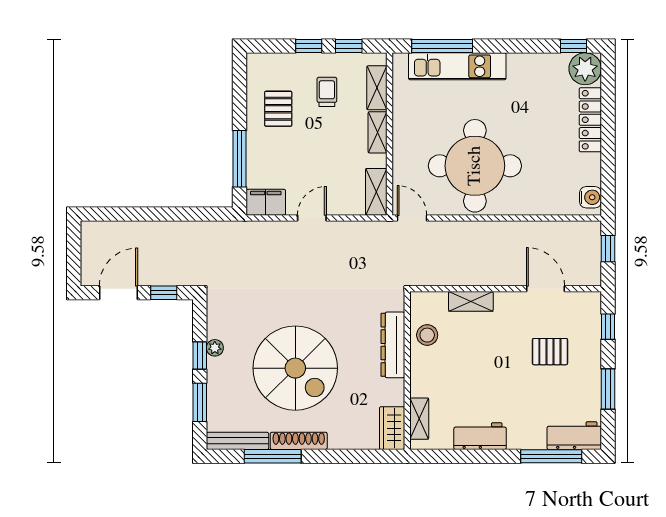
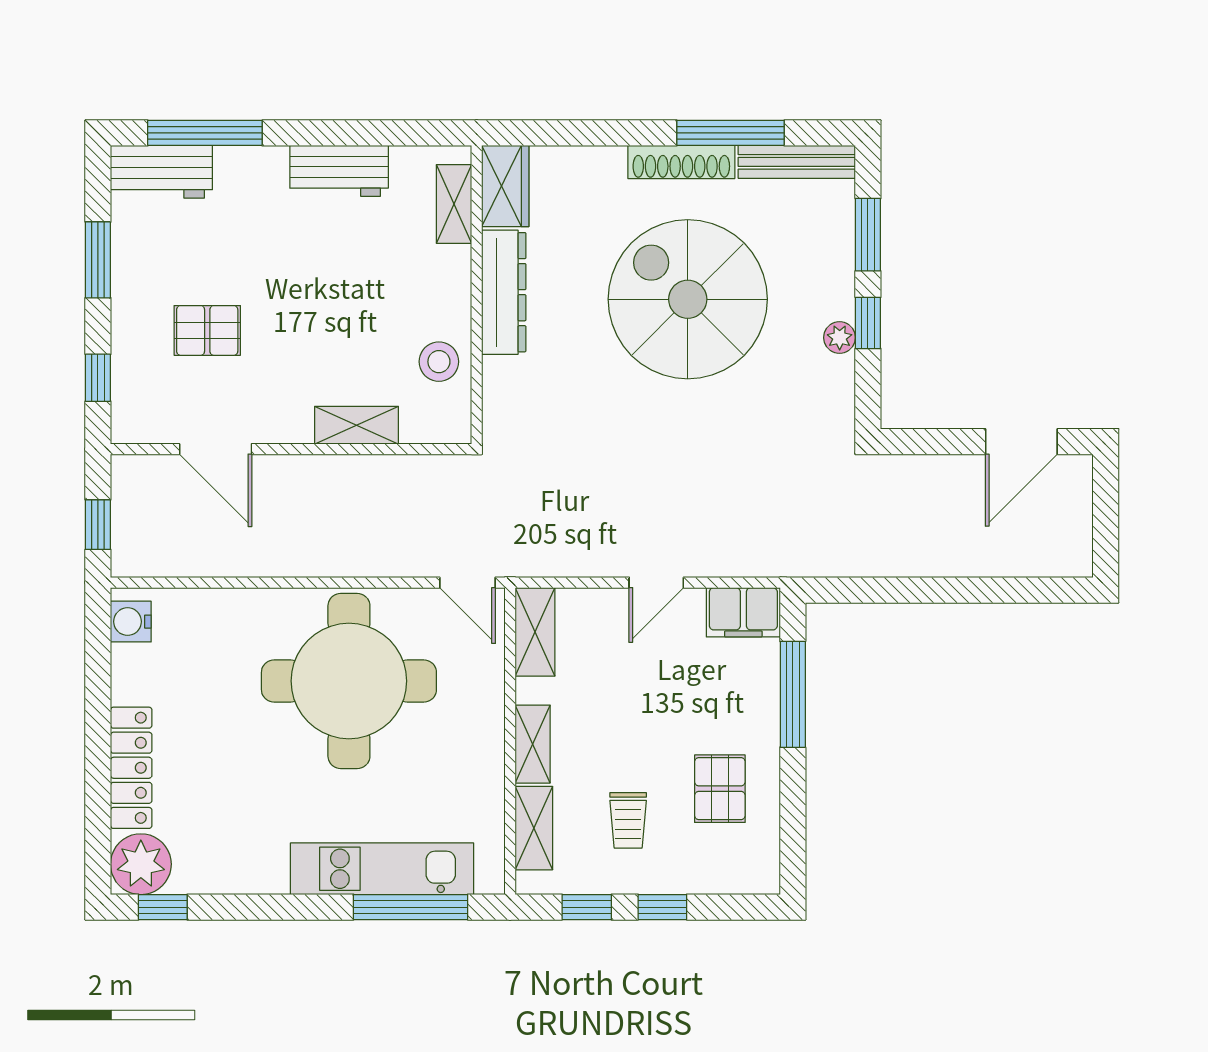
window: (164, 293) -> (936, 442), removed
dresser: (393, 345) -> (504, 292), moved

